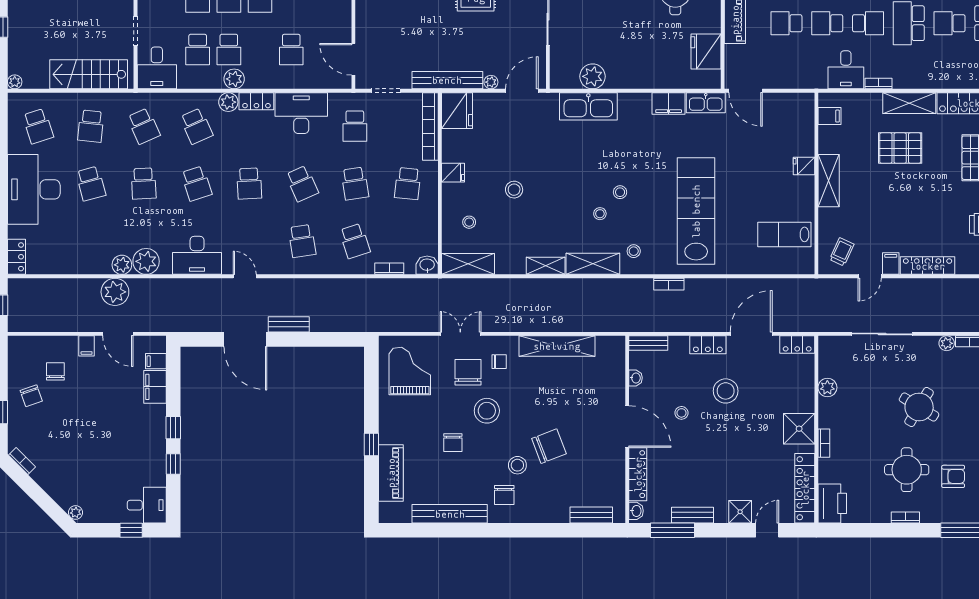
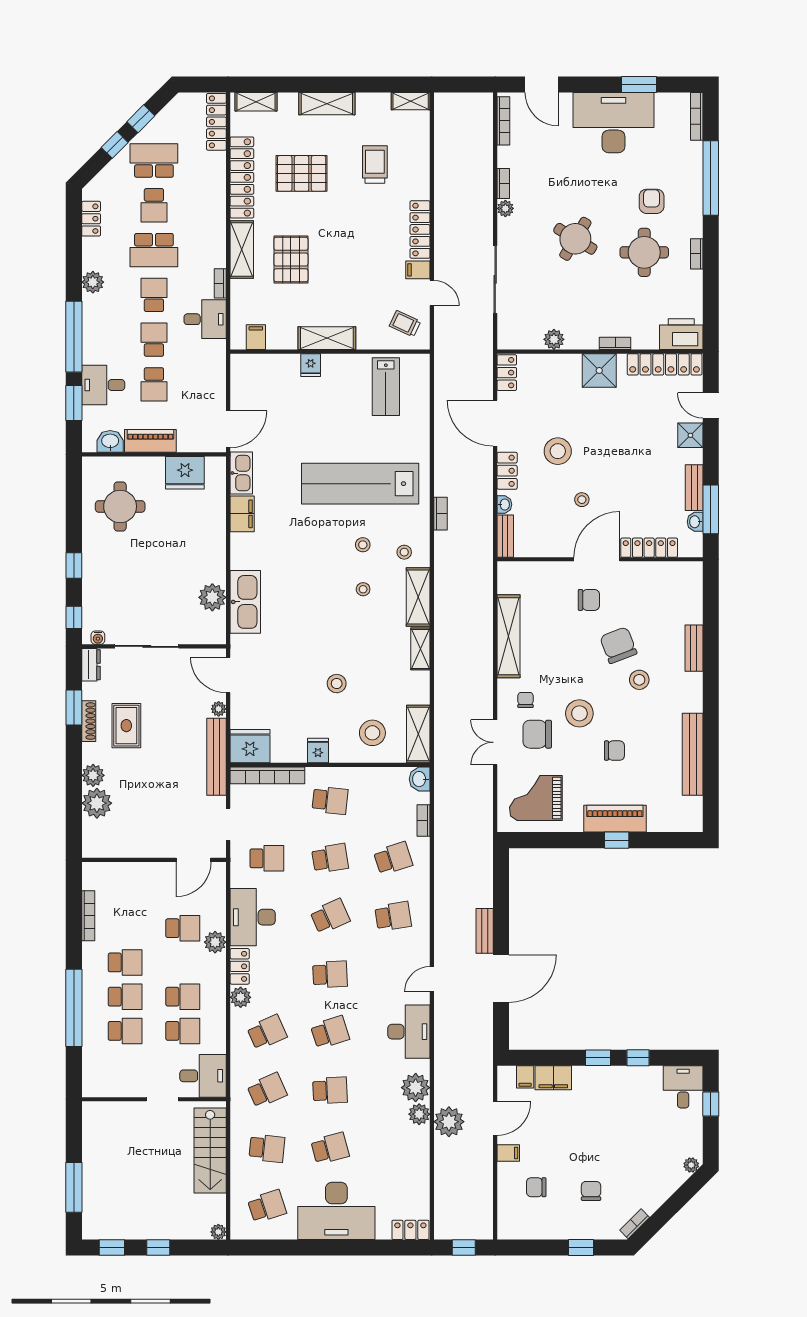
school desk: (827, 23) -> (154, 340), turned 180
plant: (234, 79) -> (215, 942), moved
stool: (620, 192) -> (363, 545), moved
stool: (469, 222) -> (372, 733), width x1.89, depth x1.89
washbasin: (636, 378) -> (504, 504), moved, turned 90
chair: (31, 396) -> (591, 1191), moved, turned -71
piano: (391, 473) -> (615, 819), moved
chair: (504, 495) -> (589, 600), moved
washbasin: (636, 511) -> (695, 522), moved, turned -90
bench: (591, 515) -> (694, 648), moved

